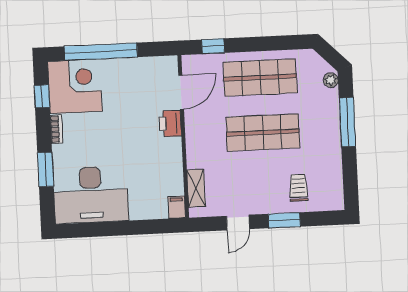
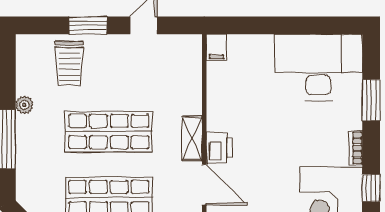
plant: (331, 80) -> (24, 105), moved
door: (181, 92) -> (204, 185), swing flipped
shelving: (196, 188) -> (192, 138), moved
trolley: (299, 188) -> (69, 64), width x1.36, depth x1.39

